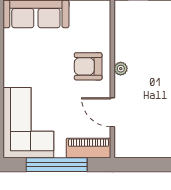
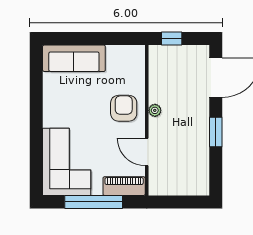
armchair: (88, 66) -> (124, 108), turned 90

